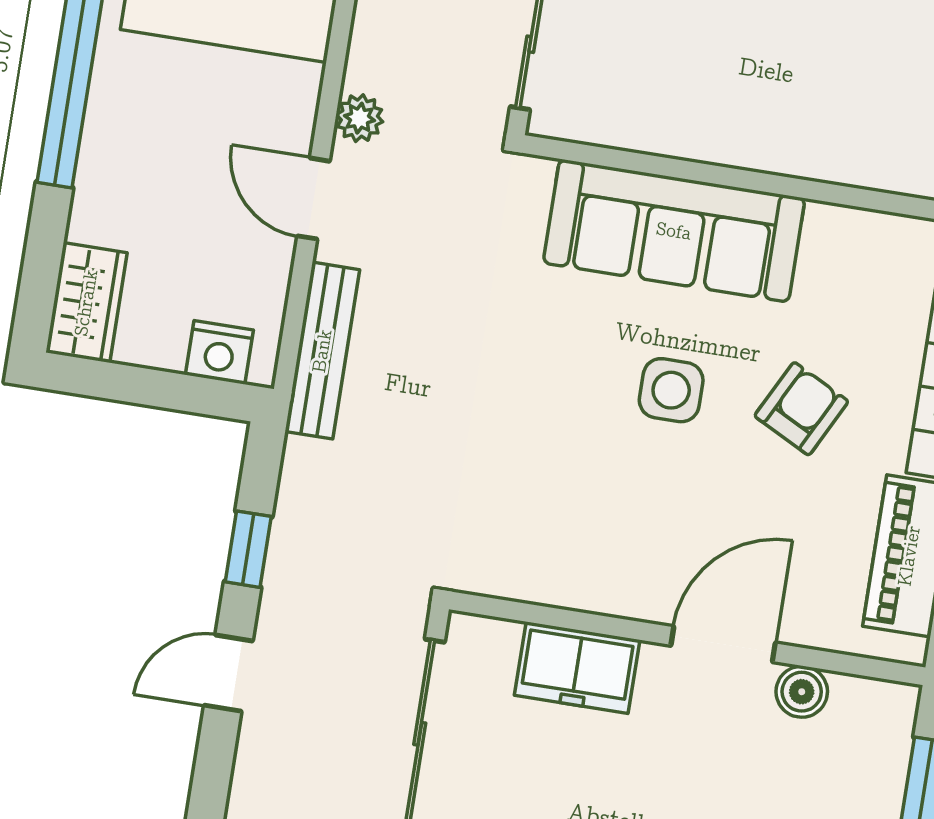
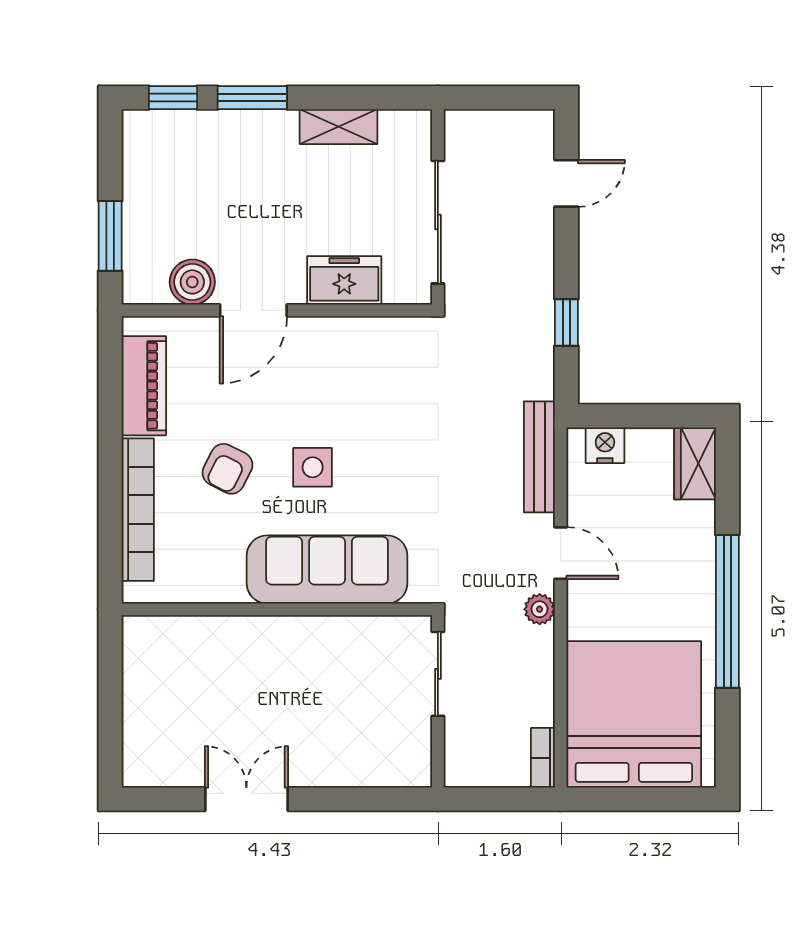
door: (228, 673) -> (566, 183), moved
boiler: (802, 692) -> (192, 282), width x1.36, depth x1.36

